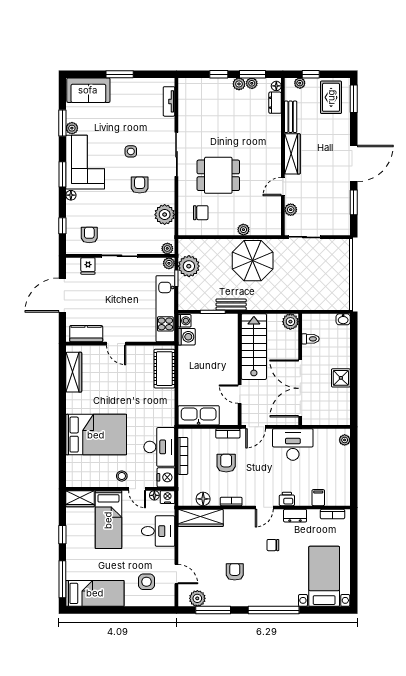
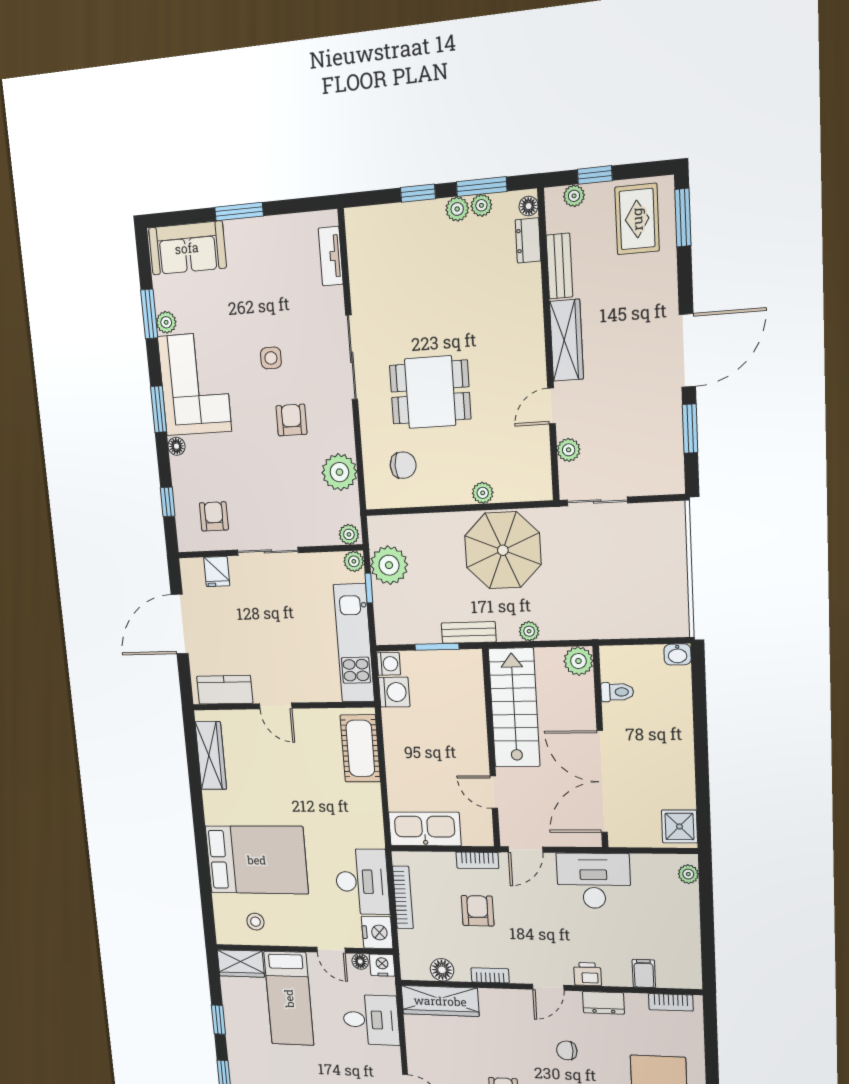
plant: (264, 305) -> (529, 631), added
shower: (341, 378) -> (679, 826), moved
stool: (122, 476) -> (255, 922), moved

